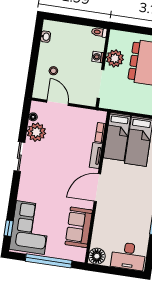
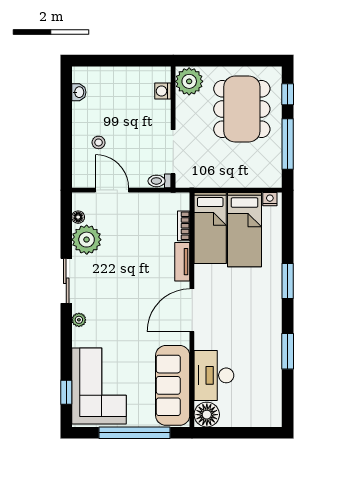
toilet: (99, 32) -> (160, 181), moved
washing machine: (98, 57) -> (163, 91), moved
plant: (115, 58) -> (189, 81), moved
plant: (24, 183) -> (79, 320), added
sofa: (79, 227) -> (173, 385), width x1.36
desk: (128, 256) -> (214, 375), moved, turned 90

